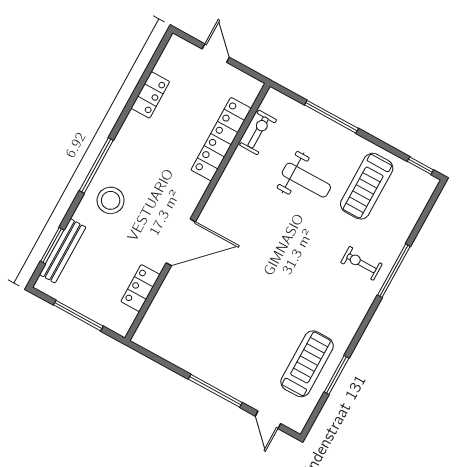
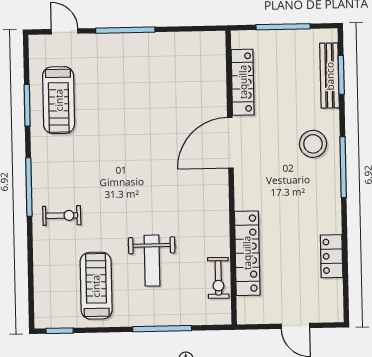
weight bench: (306, 180) -> (152, 261), turned -90
window: (394, 271) -> (29, 187), moved
locker: (140, 288) -> (243, 82), width x1.53

